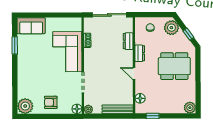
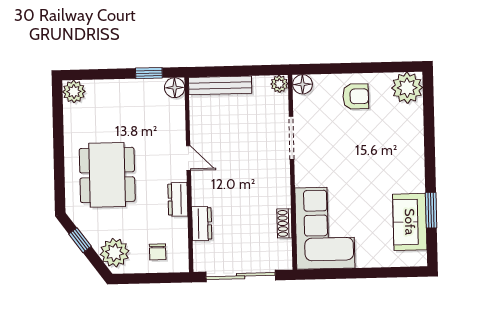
sofa: (31, 26) -> (410, 222), moved, turned -90
corner sofa: (67, 52) -> (325, 228), moved
dining table: (174, 66) -> (107, 175), turned 90
floor lamp: (140, 98) -> (175, 88), moved

